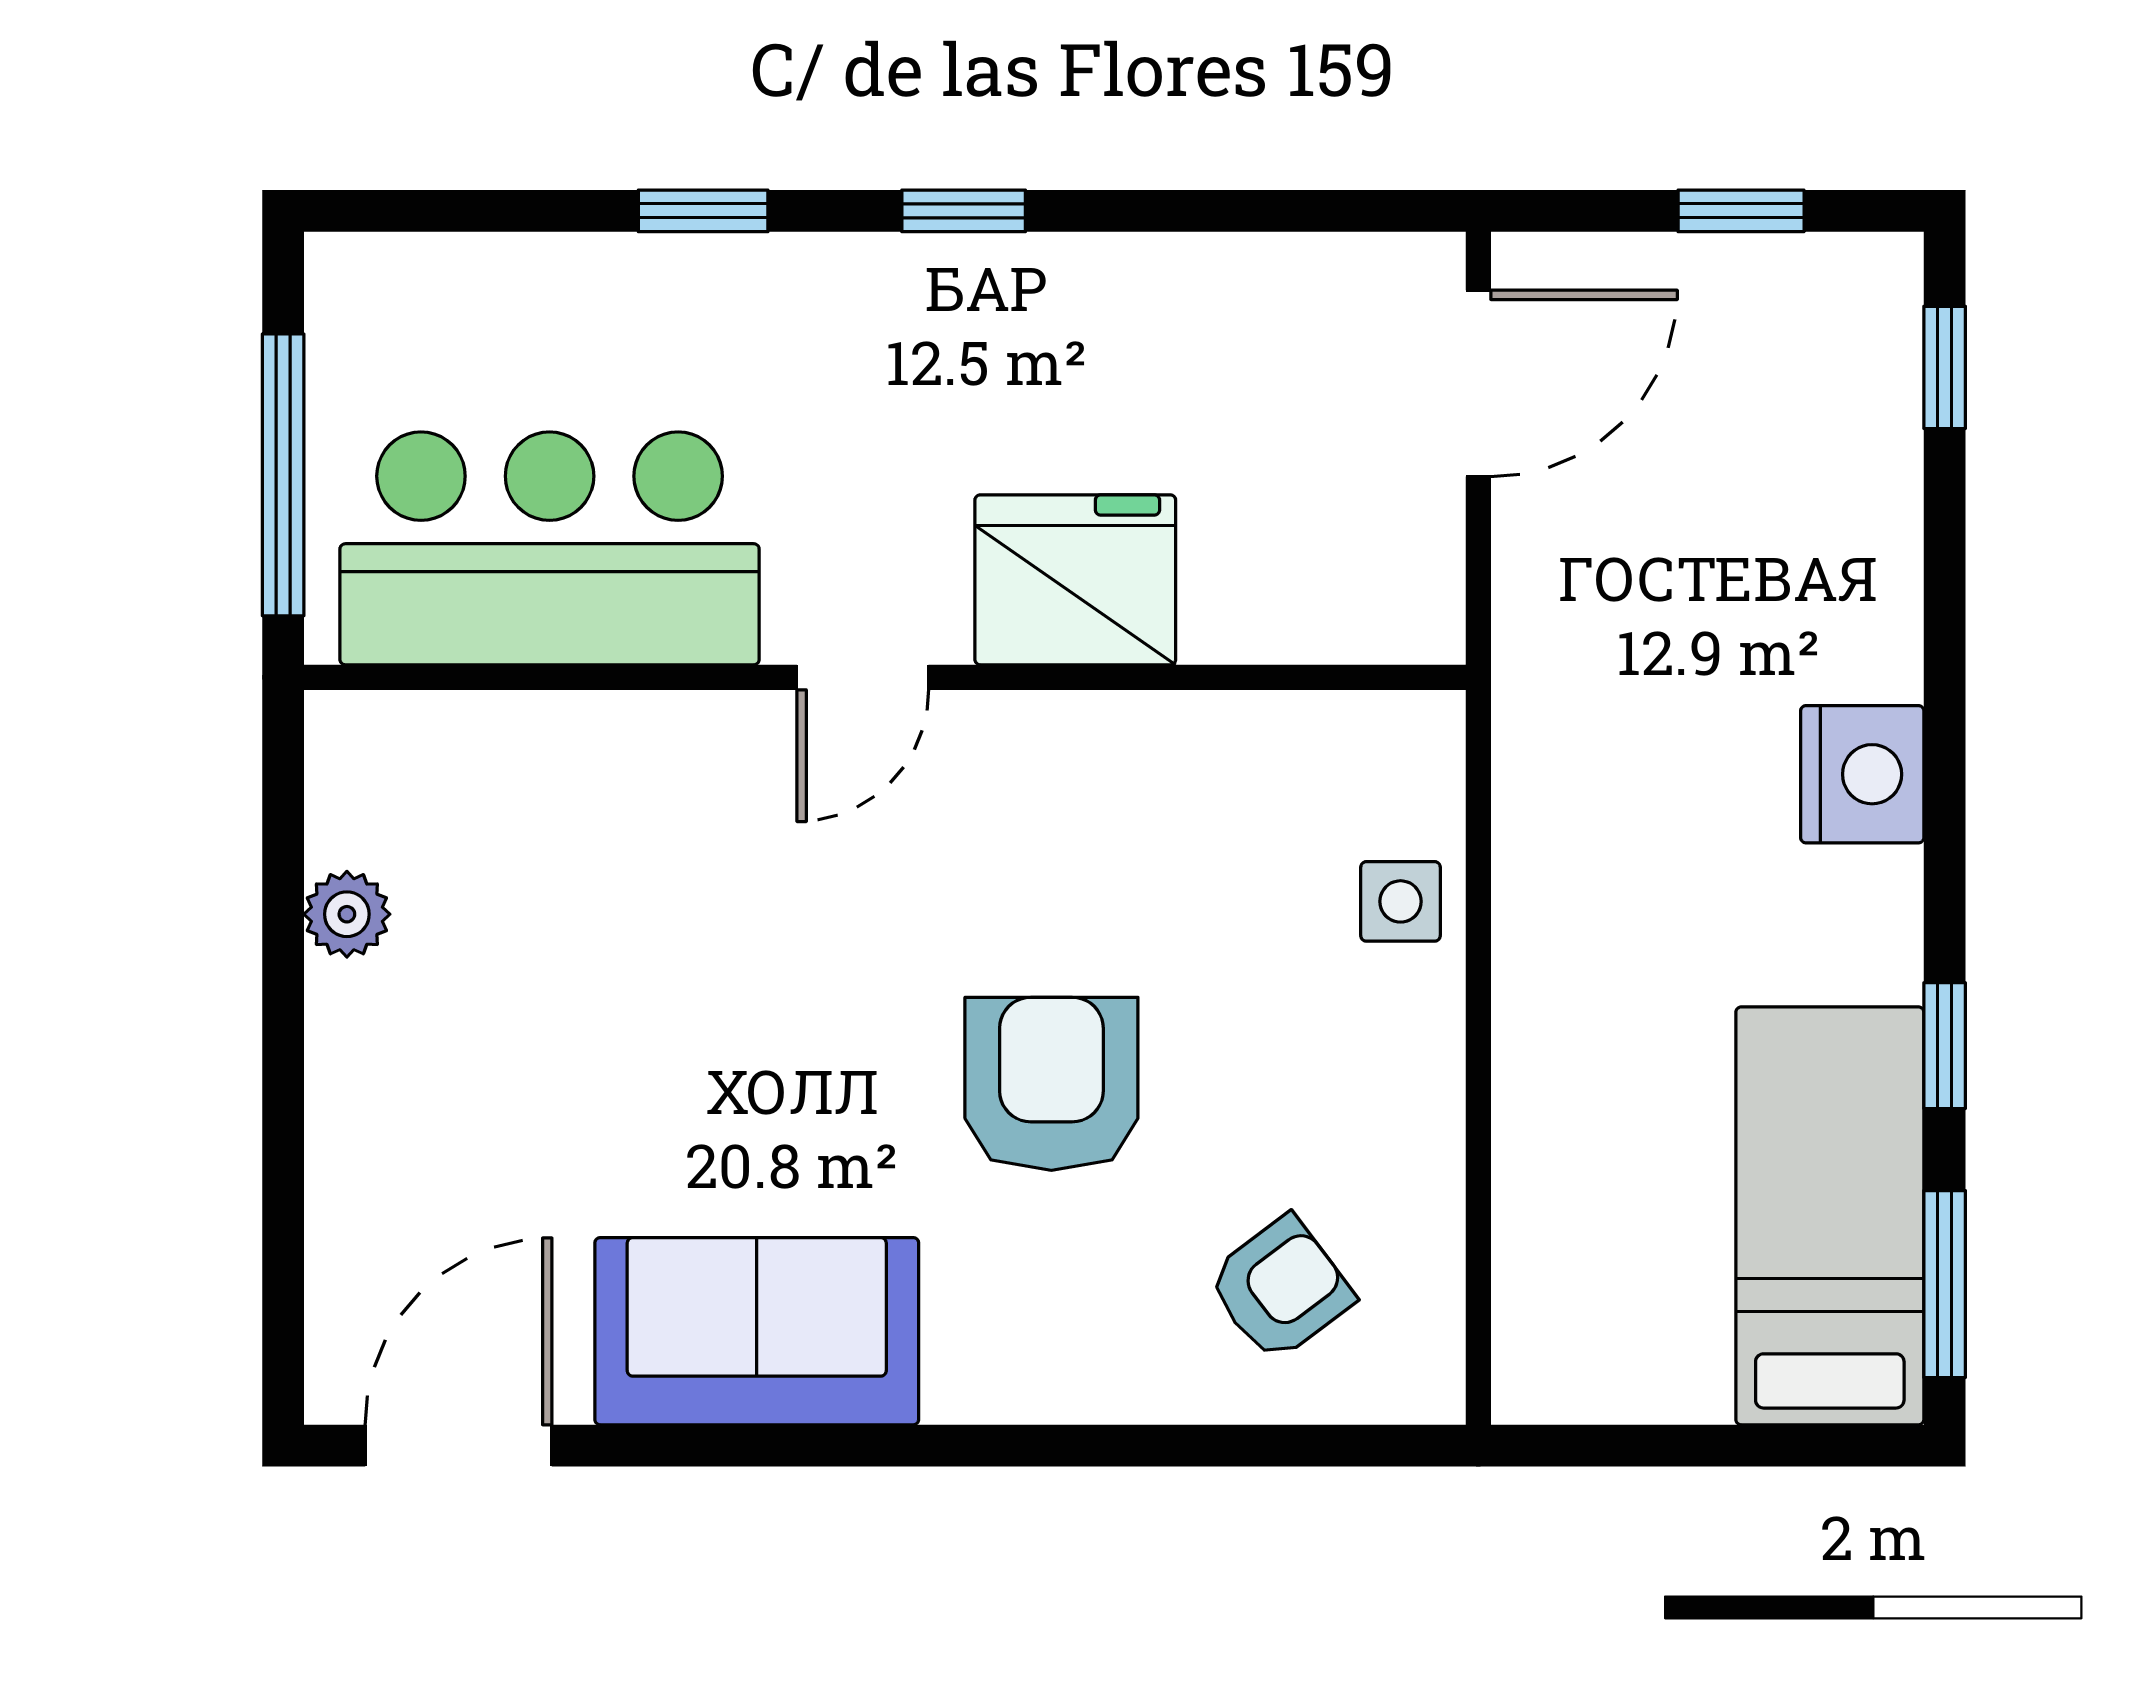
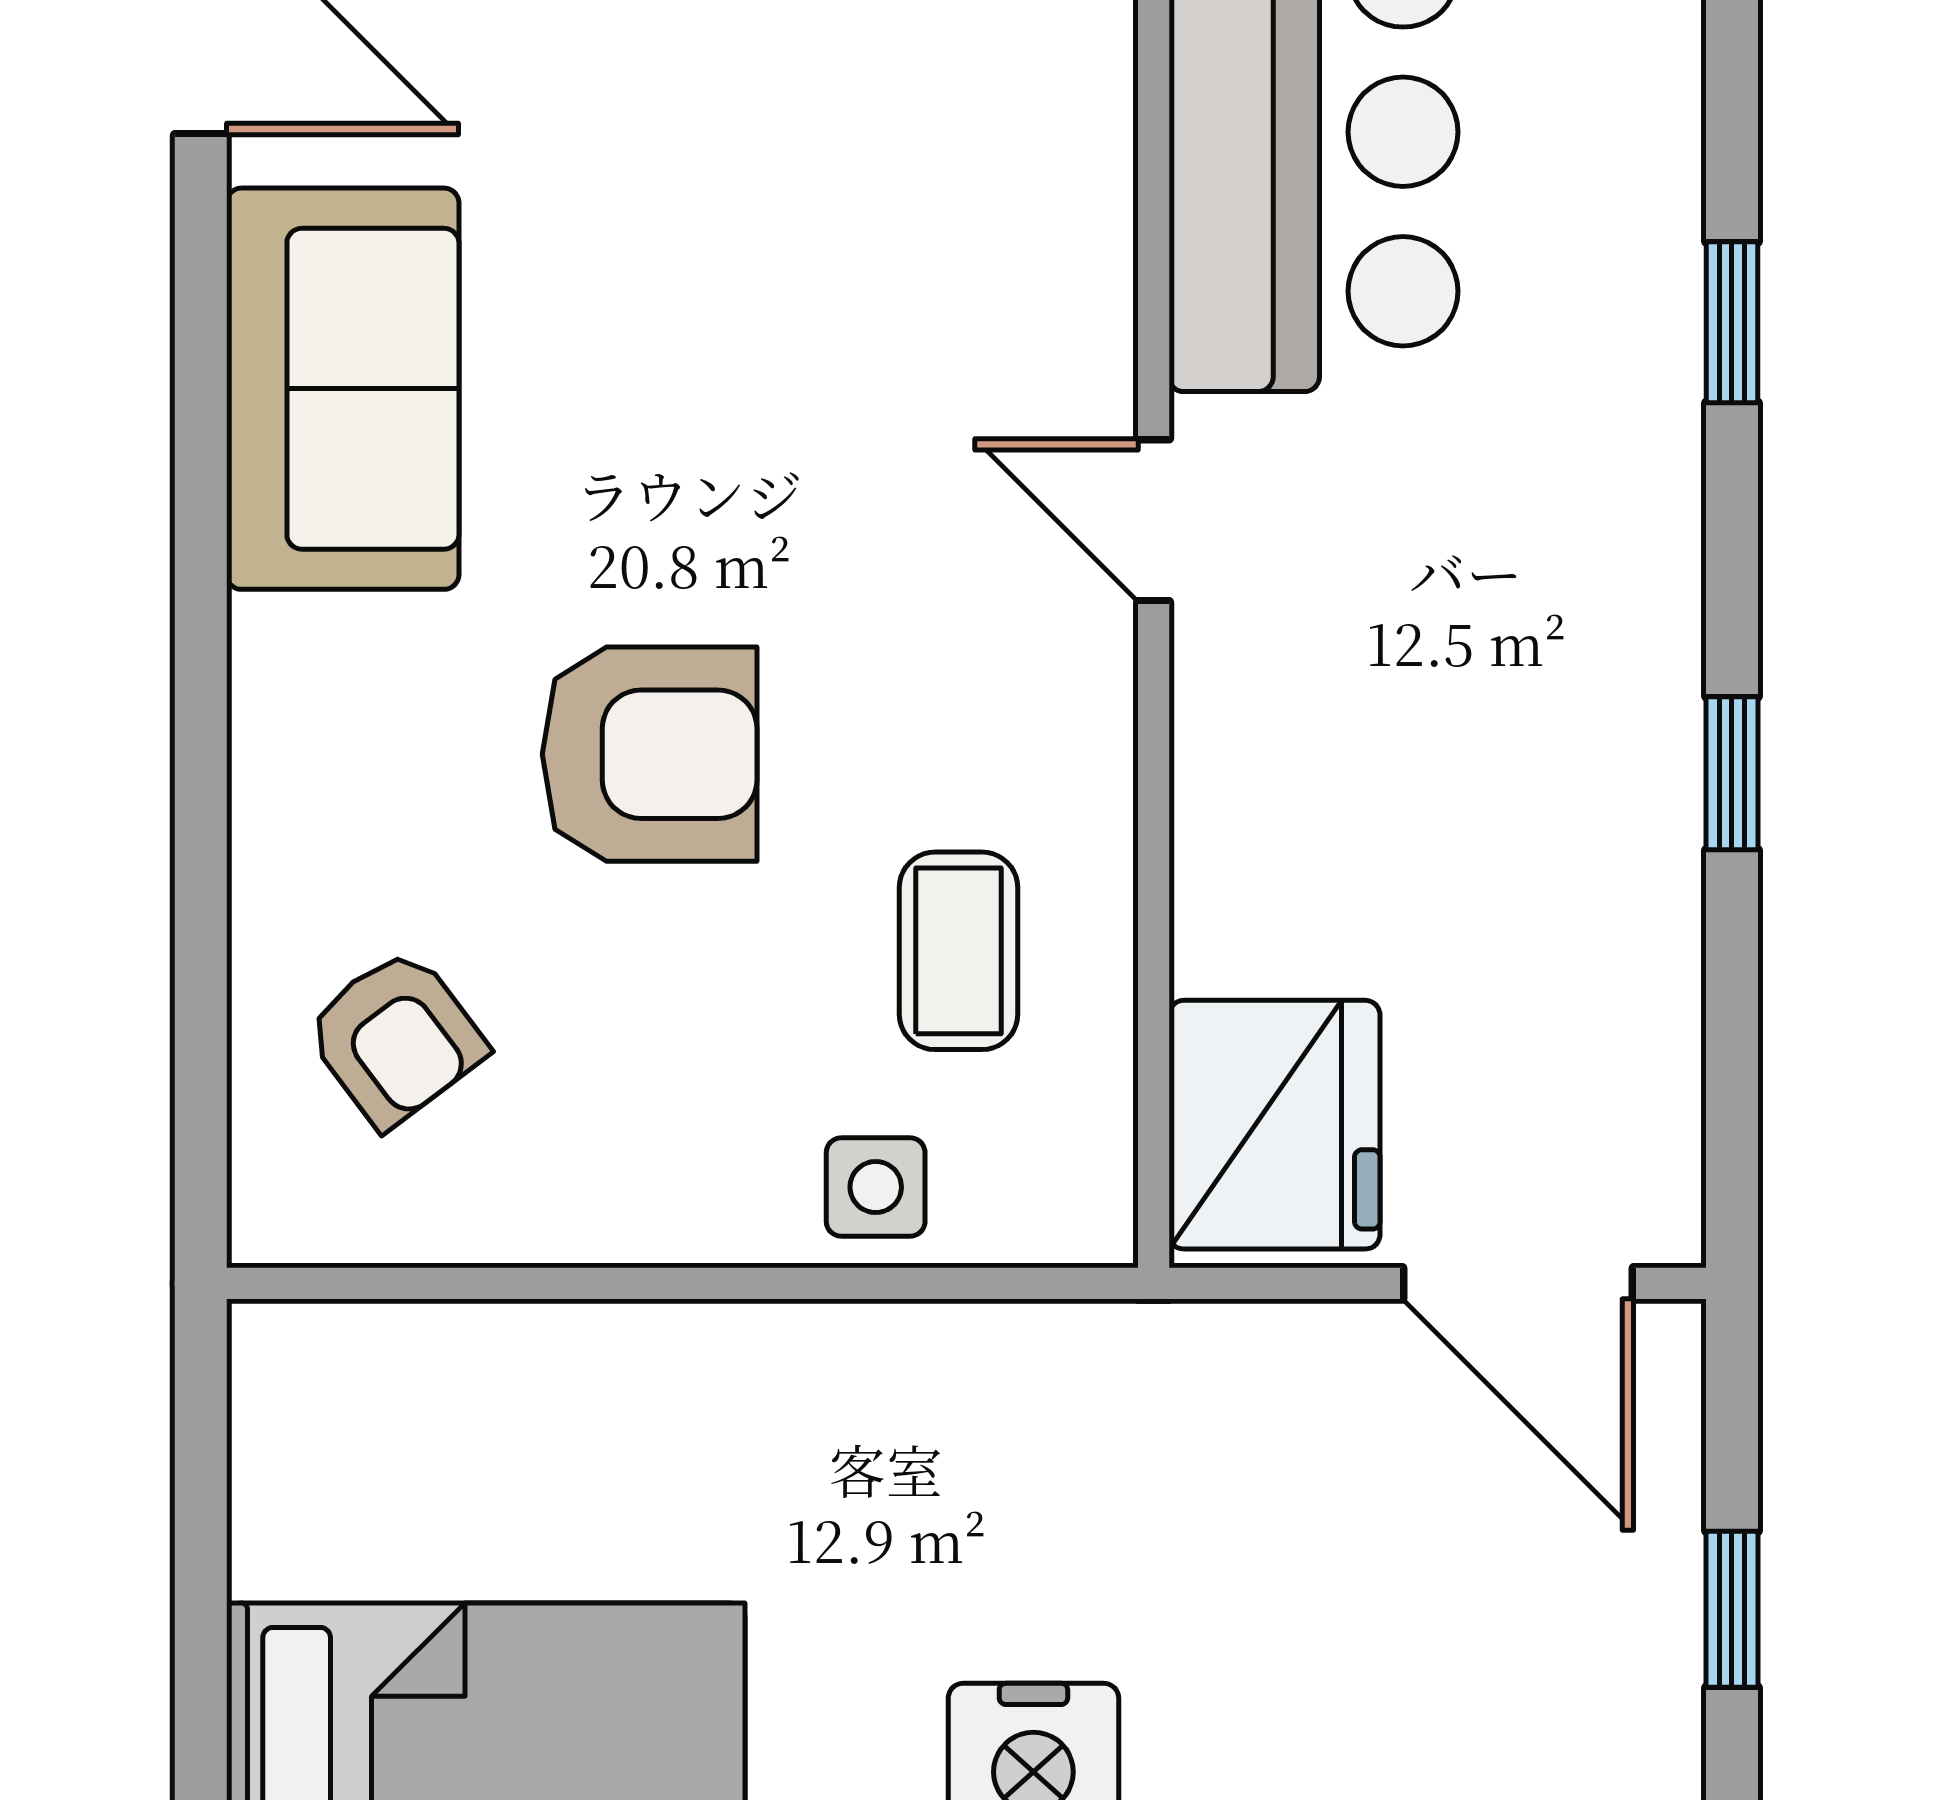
window: (964, 211) -> (1732, 773), moved
fridge: (1075, 580) -> (1275, 1125), moved
coffee table: (1210, 835) -> (959, 951), added

